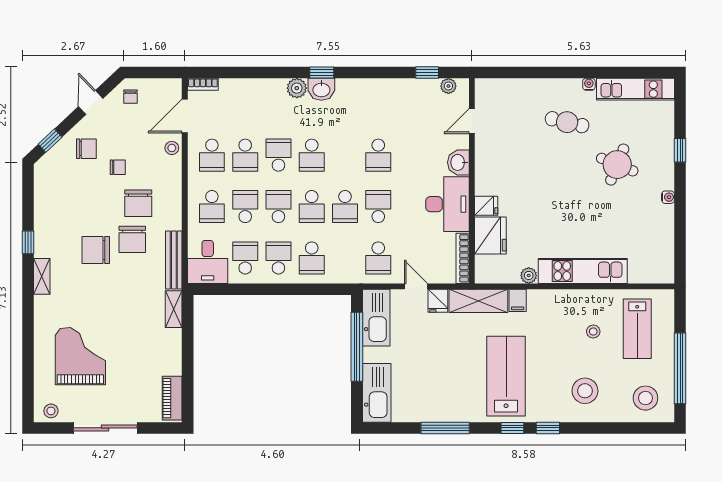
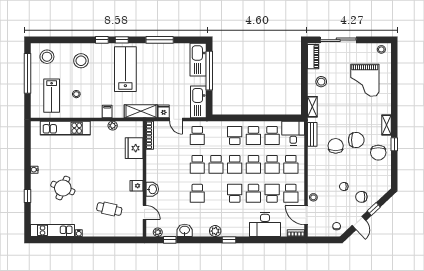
plant: (297, 88) -> (215, 231), moved
washbasin: (321, 89) -> (185, 230), moved
door: (185, 116) -> (306, 215), swing flipped
door: (472, 121) -> (145, 212), hinge flipped
cafe table: (567, 122) -> (109, 209), moved
window: (50, 141) -> (374, 209), moved
school desk: (212, 155) -> (291, 193), turned 180
school desk: (378, 155) -> (197, 193), turned 180
chair: (138, 203) -> (378, 153), moved, turned 180
desk: (447, 204) -> (265, 224), moved, turned -90
fridge: (486, 206) -> (137, 186), moved
school desk: (212, 207) -> (291, 164), turned 180
school desk: (312, 207) -> (235, 164), turned 180
school desk: (345, 207) -> (216, 164), turned 180
school desk: (378, 258) -> (197, 135), turned 180
bench: (174, 260) -> (312, 134), width x0.73
kitchen unit: (583, 271) -> (65, 128), moved
filing cabinet: (518, 300) -> (107, 112), moved
lab bench: (637, 329) -> (52, 96), turned 180
window: (357, 347) -> (209, 71), moved
stool: (158, 354) -> (321, 82), added
lab bench: (506, 376) -> (125, 69), turned 180
sliding door: (105, 428) -> (338, 40), moved

